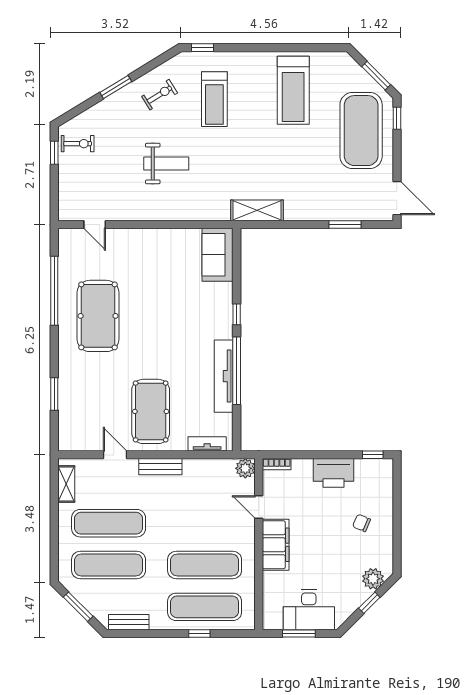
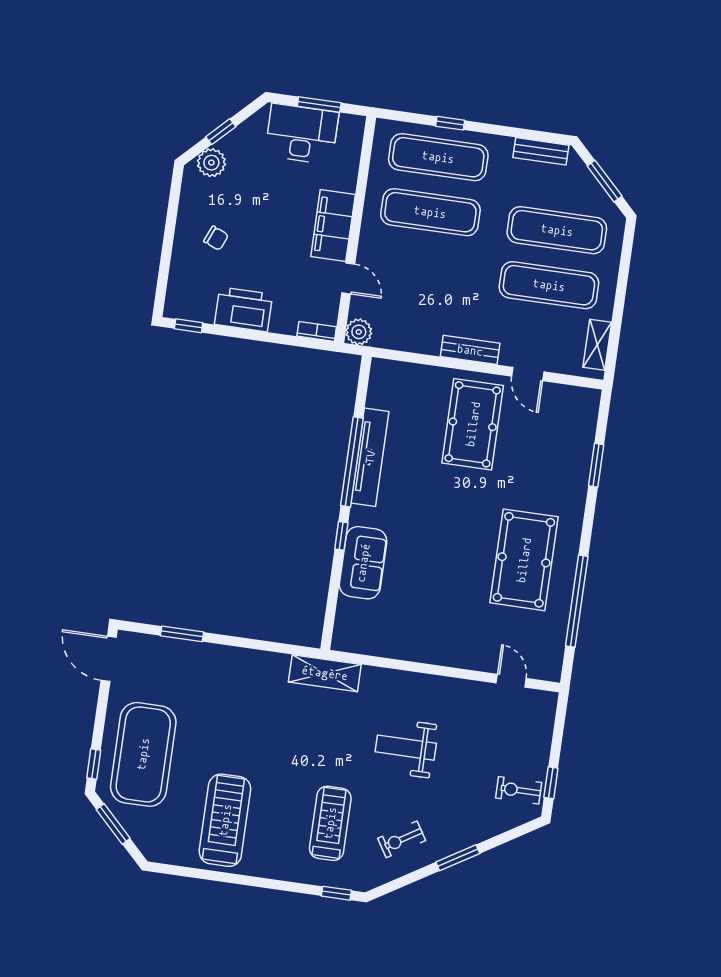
shelving: (257, 210) -> (325, 673), moved
sofa: (218, 255) -> (363, 563), moved
tv unit: (207, 444) -> (404, 371), removed

